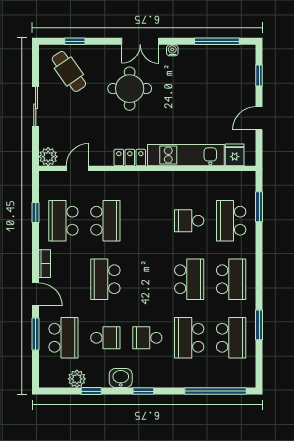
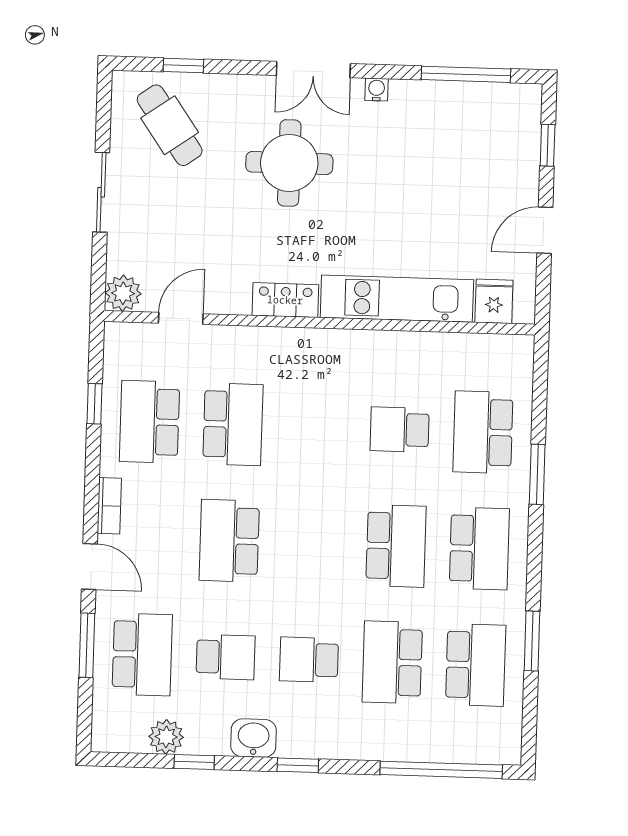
window: (259, 207) -> (537, 474), moved

